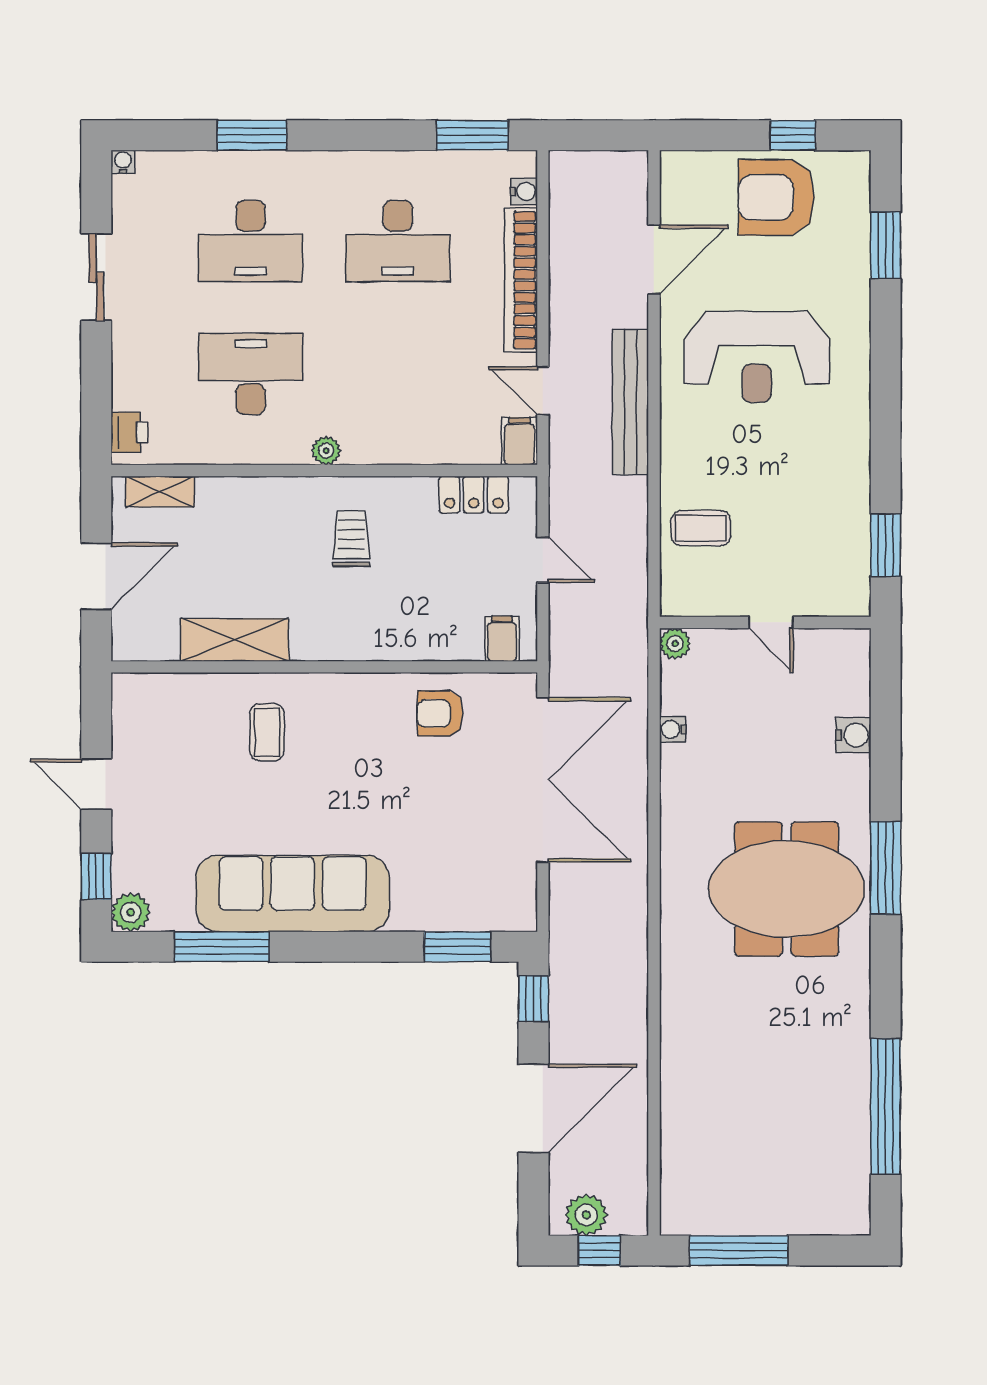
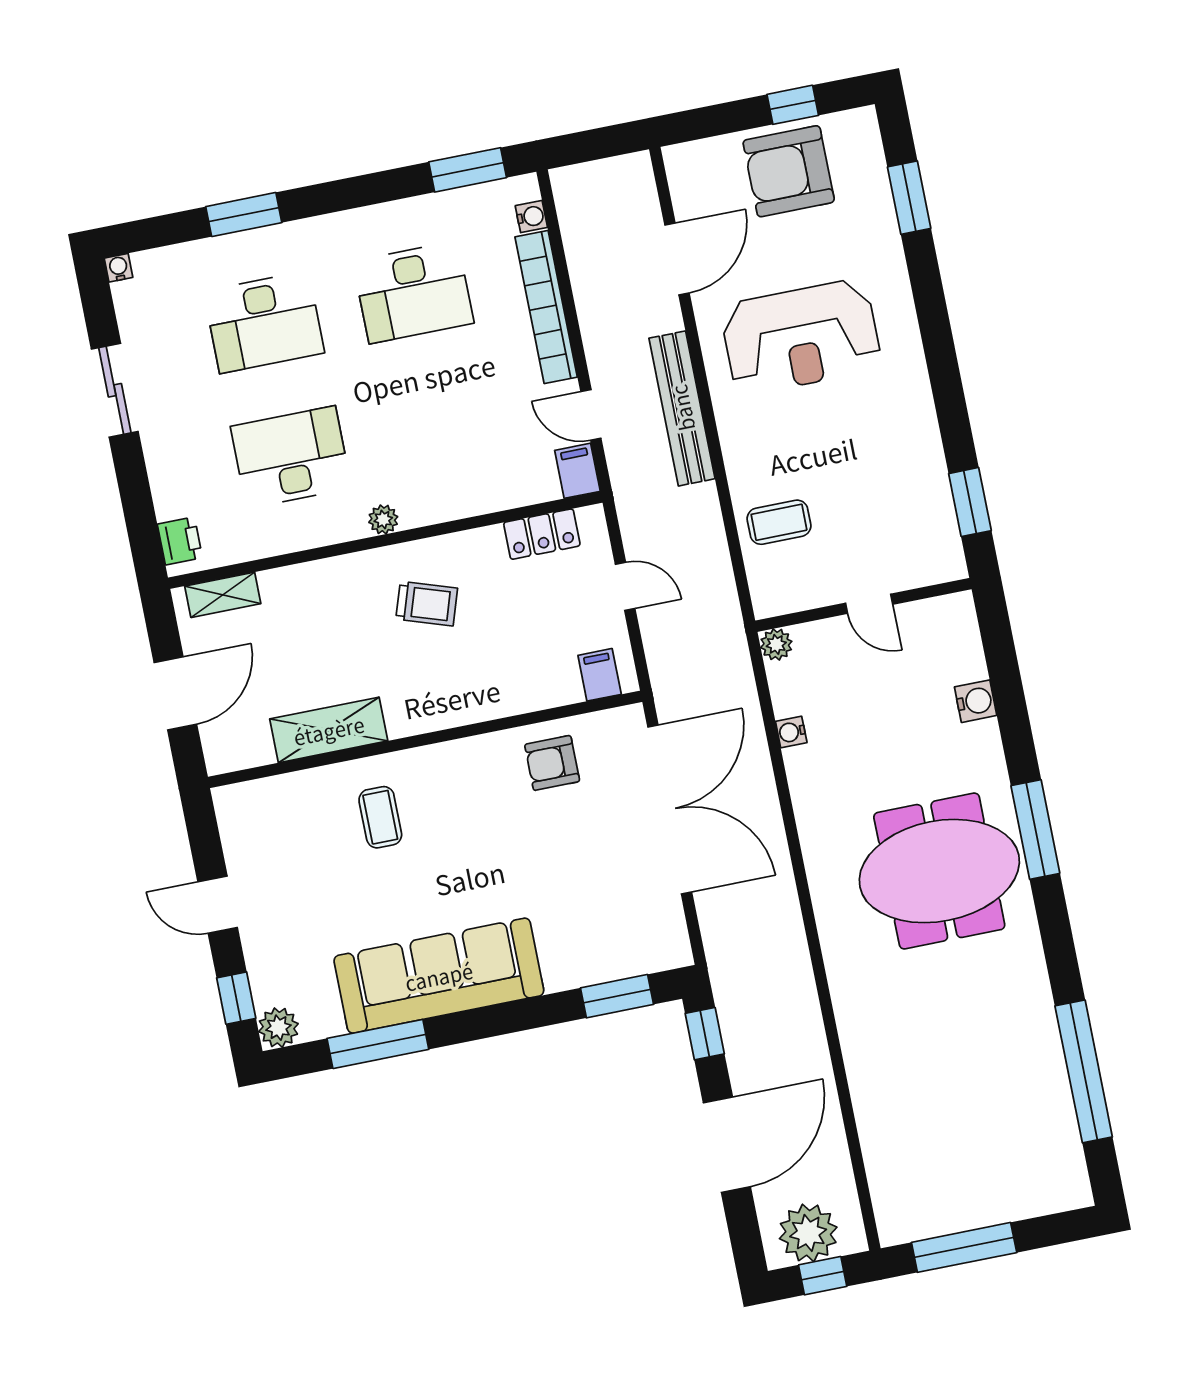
trolley: (351, 539) -> (427, 604), turned 108
plant: (586, 1215) -> (808, 1233), width x1.36, depth x1.36

